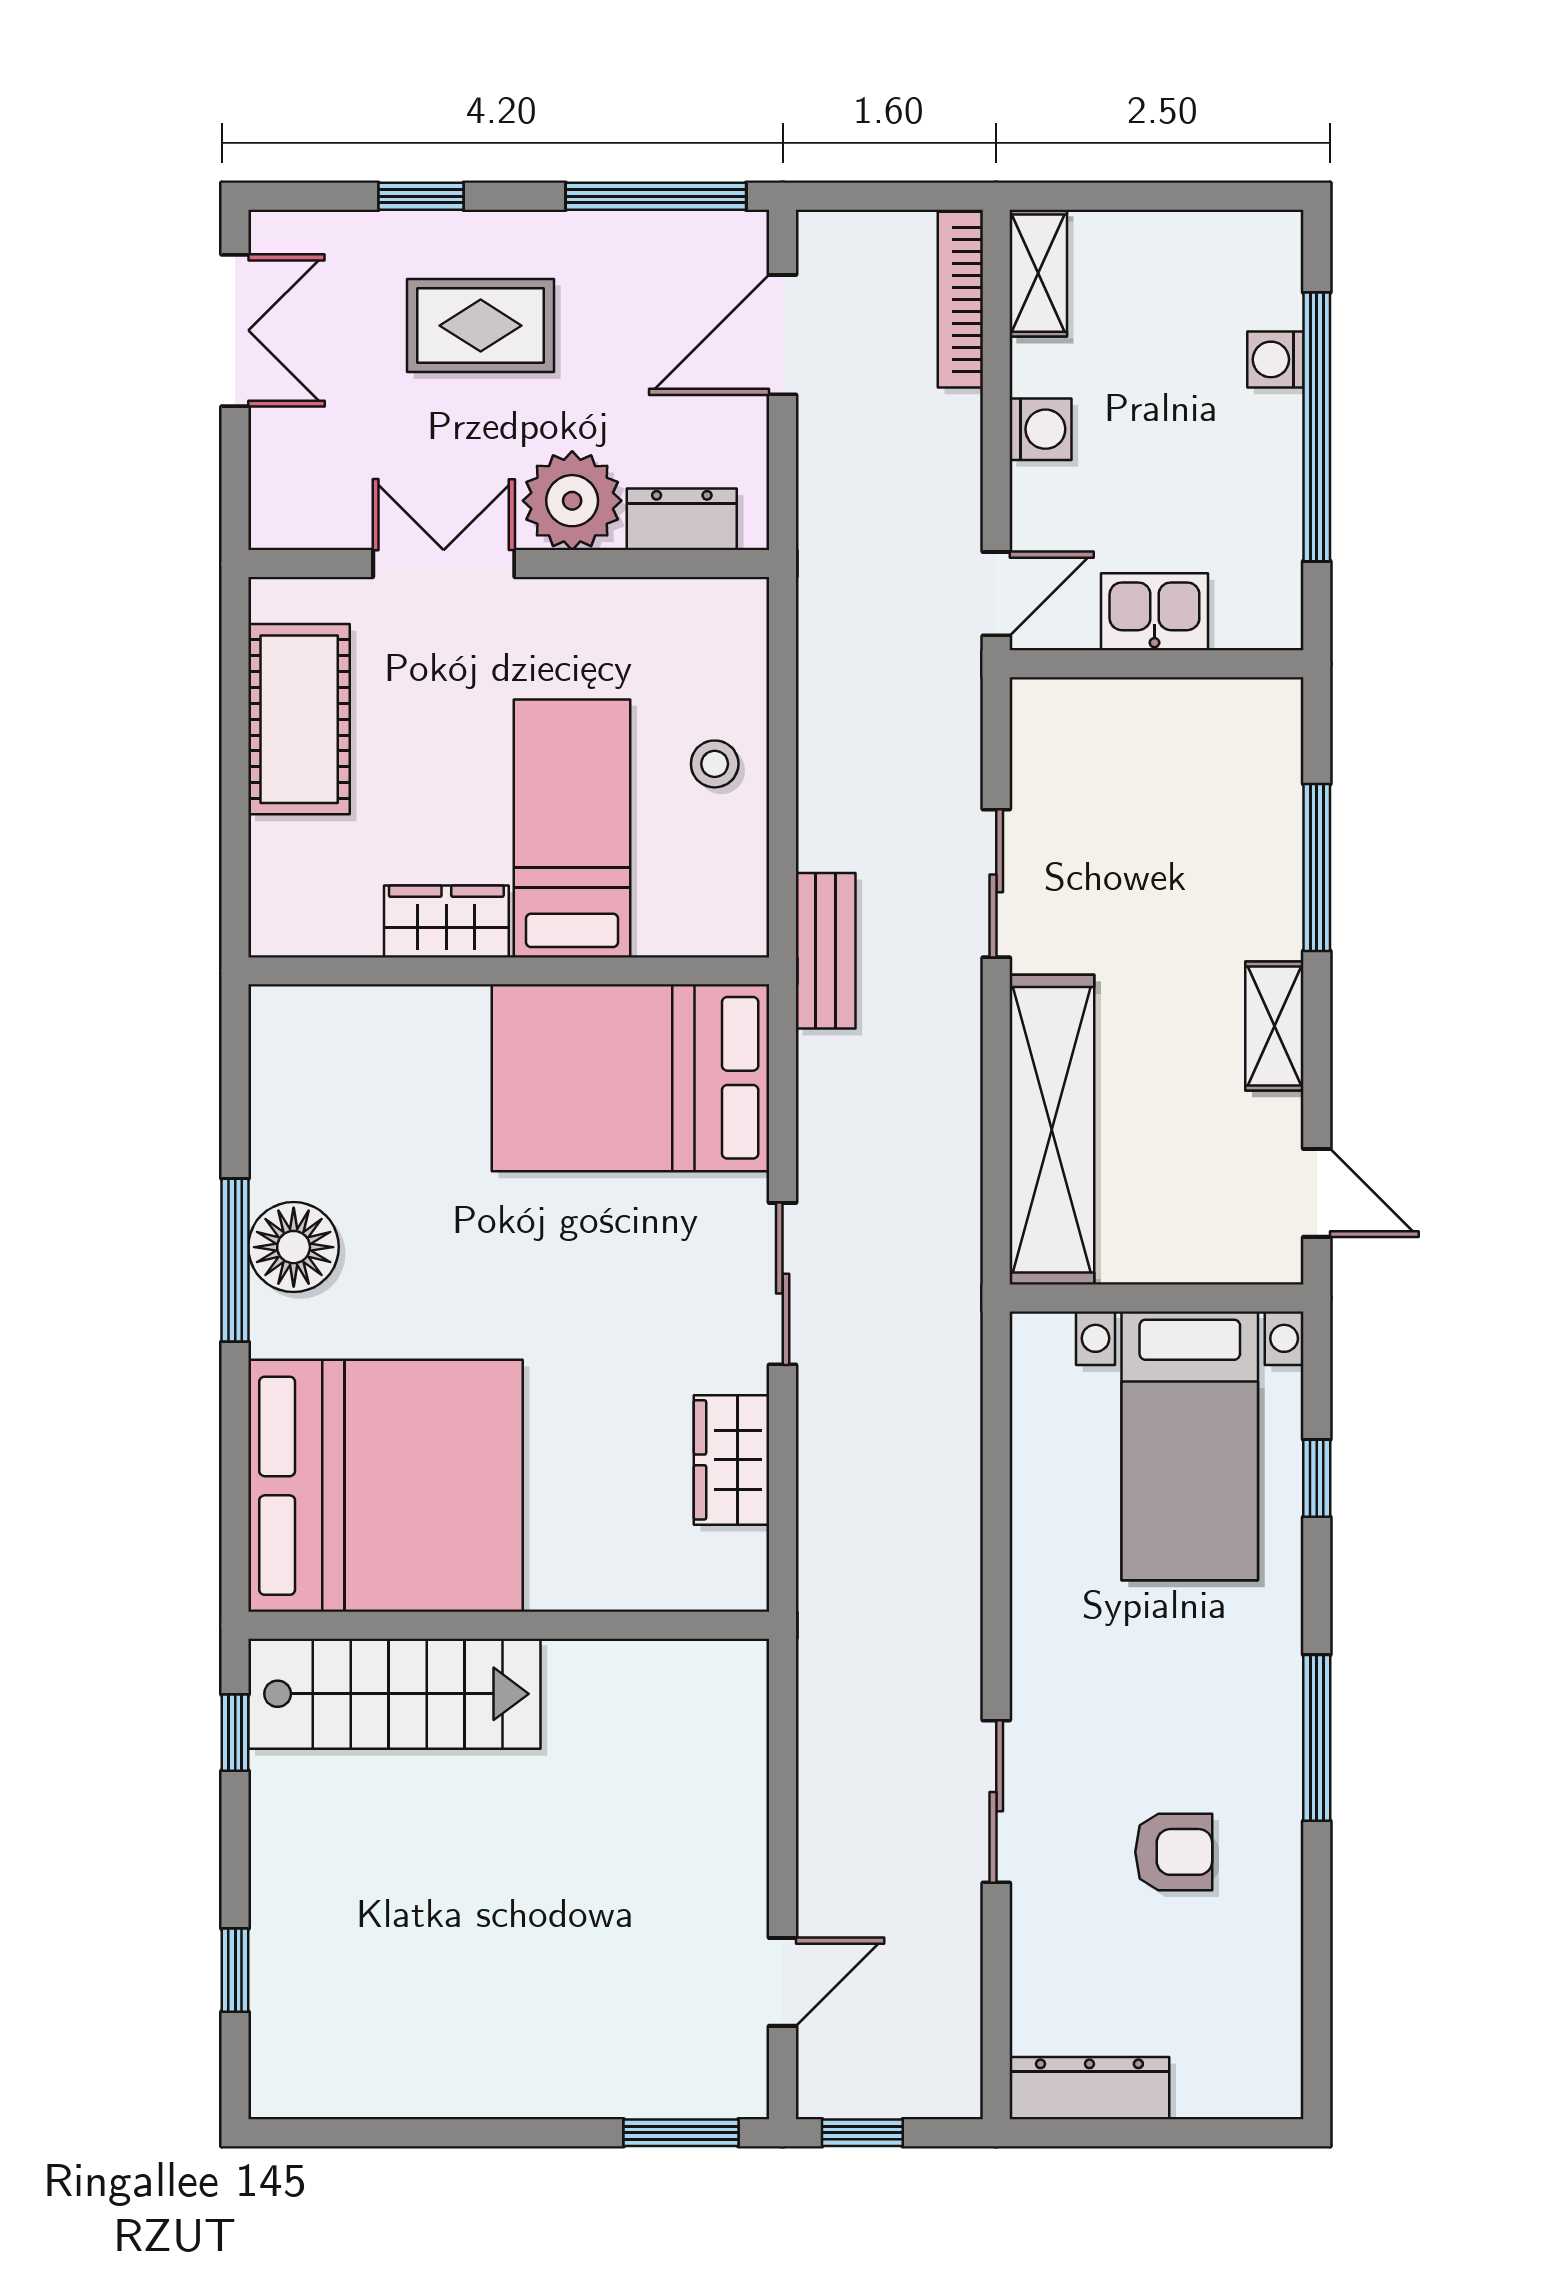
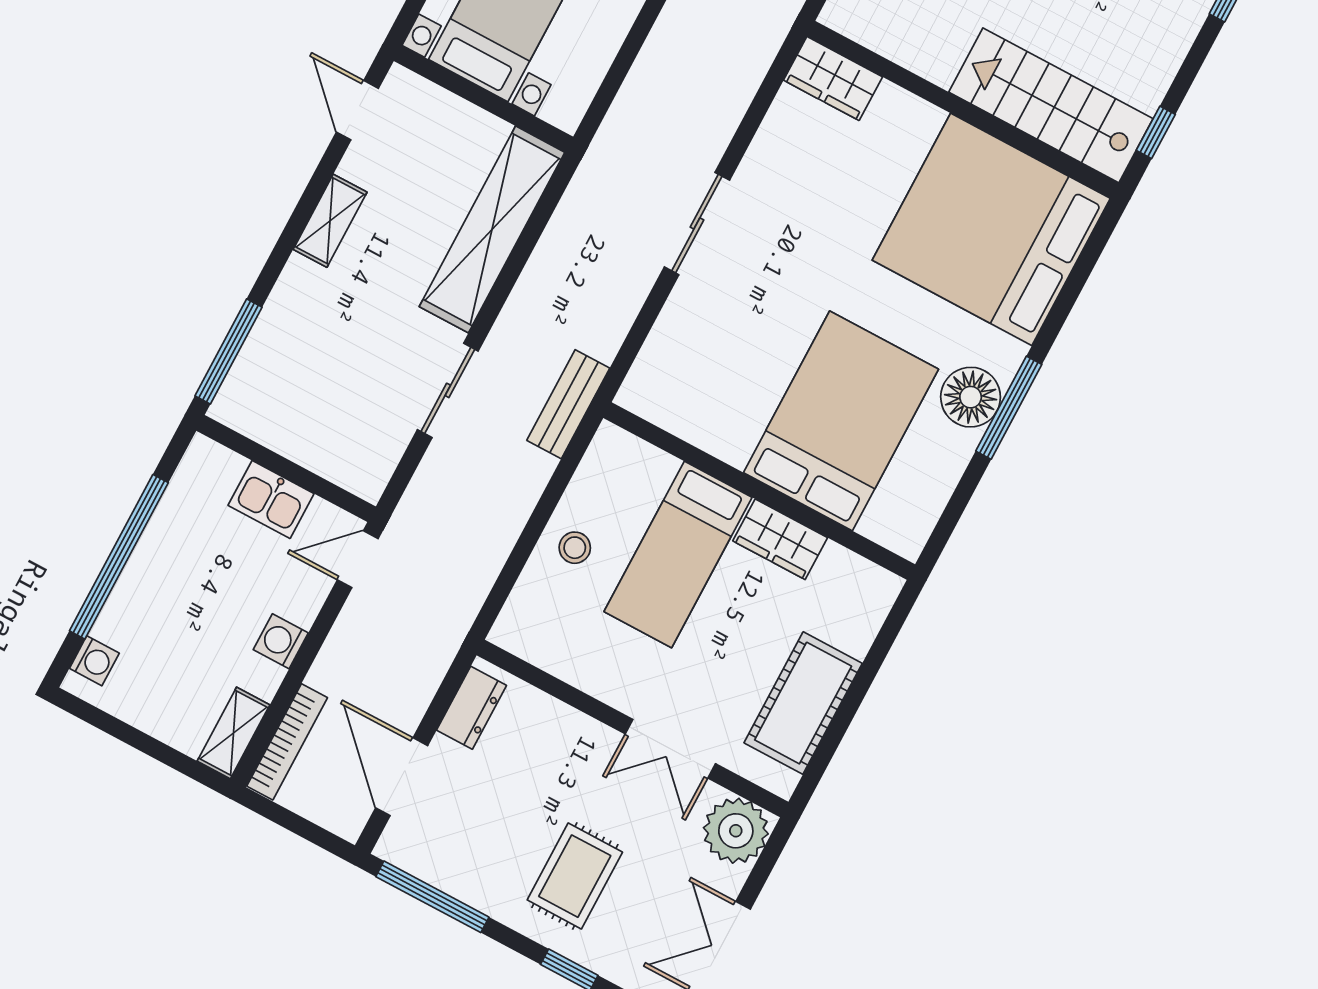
rug: (481, 326) -> (575, 876), turned 90
door: (783, 335) -> (402, 777), swing flipped
washing machine: (1275, 359) -> (94, 661), moved
plant: (572, 501) -> (736, 831), moved
dresser: (682, 519) -> (472, 708), moved, turned -90
window: (1317, 868) -> (228, 352), moved
bed: (631, 1078) -> (841, 421), moved, turned -90
wardrobe: (732, 1460) -> (833, 79), moved, turned 90

